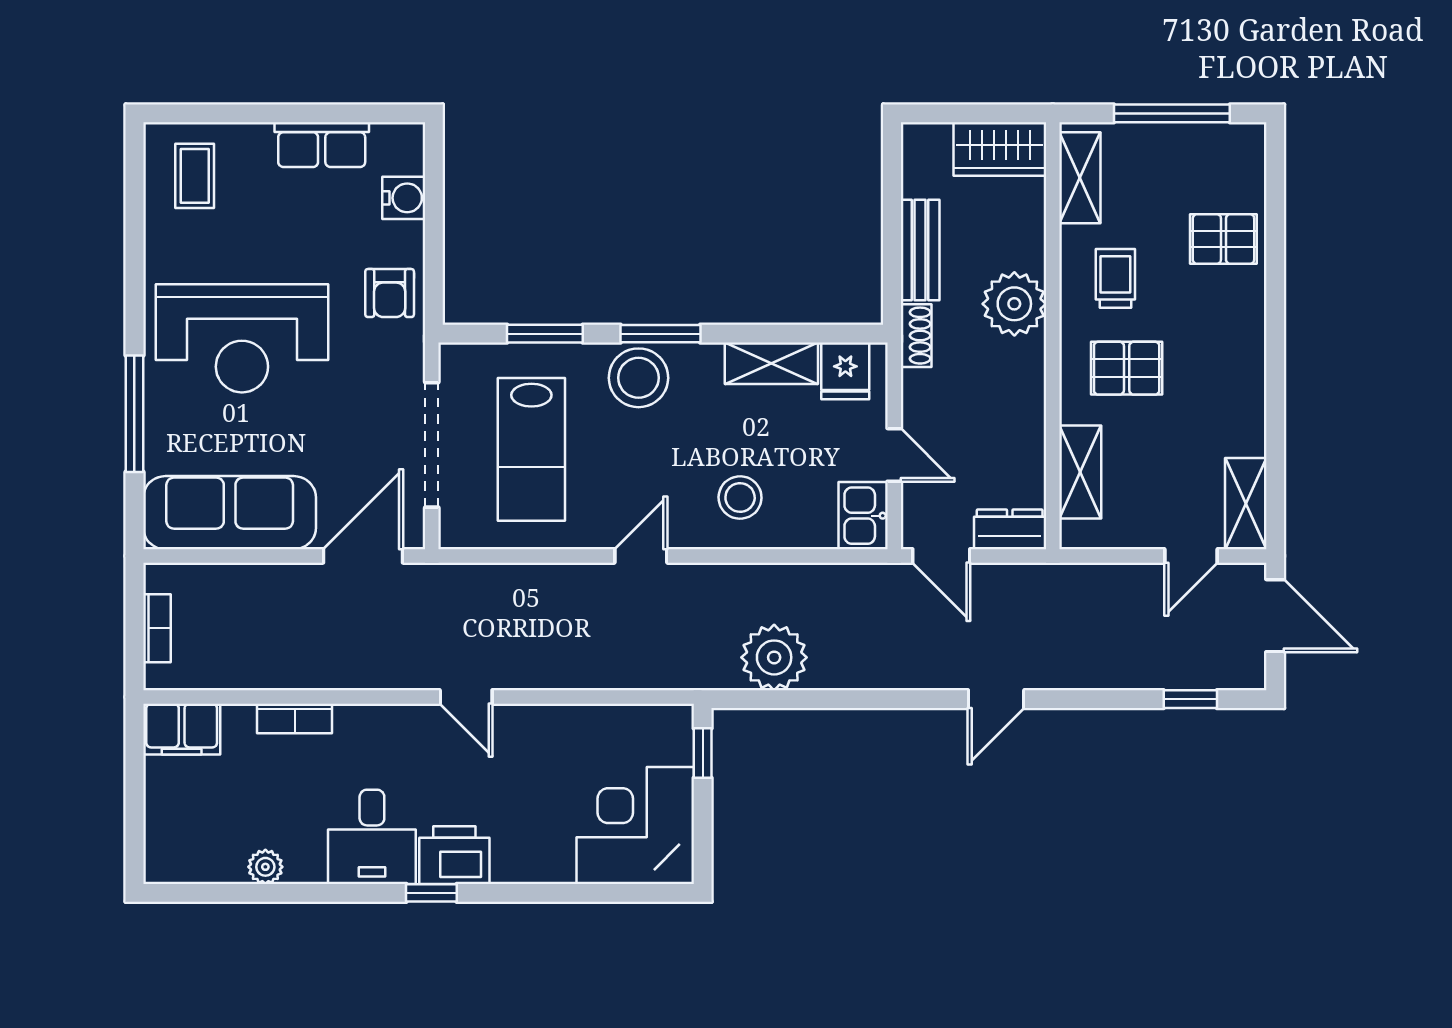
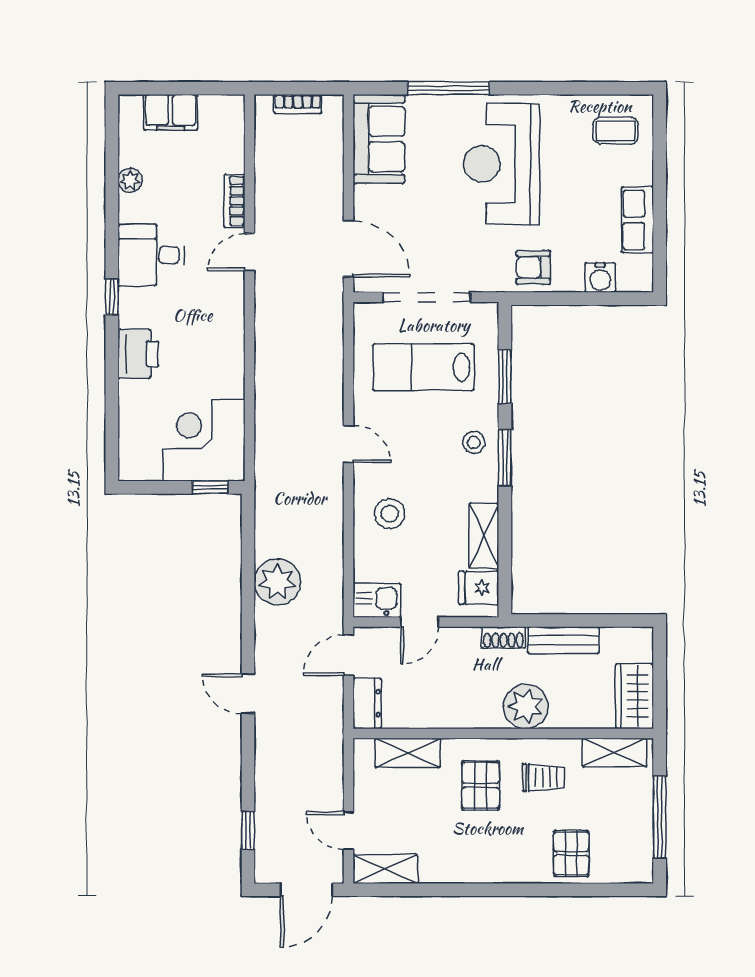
stool: (638, 378) -> (474, 442), width x0.53, depth x0.53
sofa: (230, 513) -> (379, 139), width x0.73
plant: (774, 657) -> (277, 582), moved
door: (466, 697) -> (250, 252), moved
filing cabinet: (182, 729) -> (171, 112), moved, turned -90
corner desk: (635, 826) -> (204, 440), moved, turned -90
printer: (454, 855) -> (138, 354), moved

